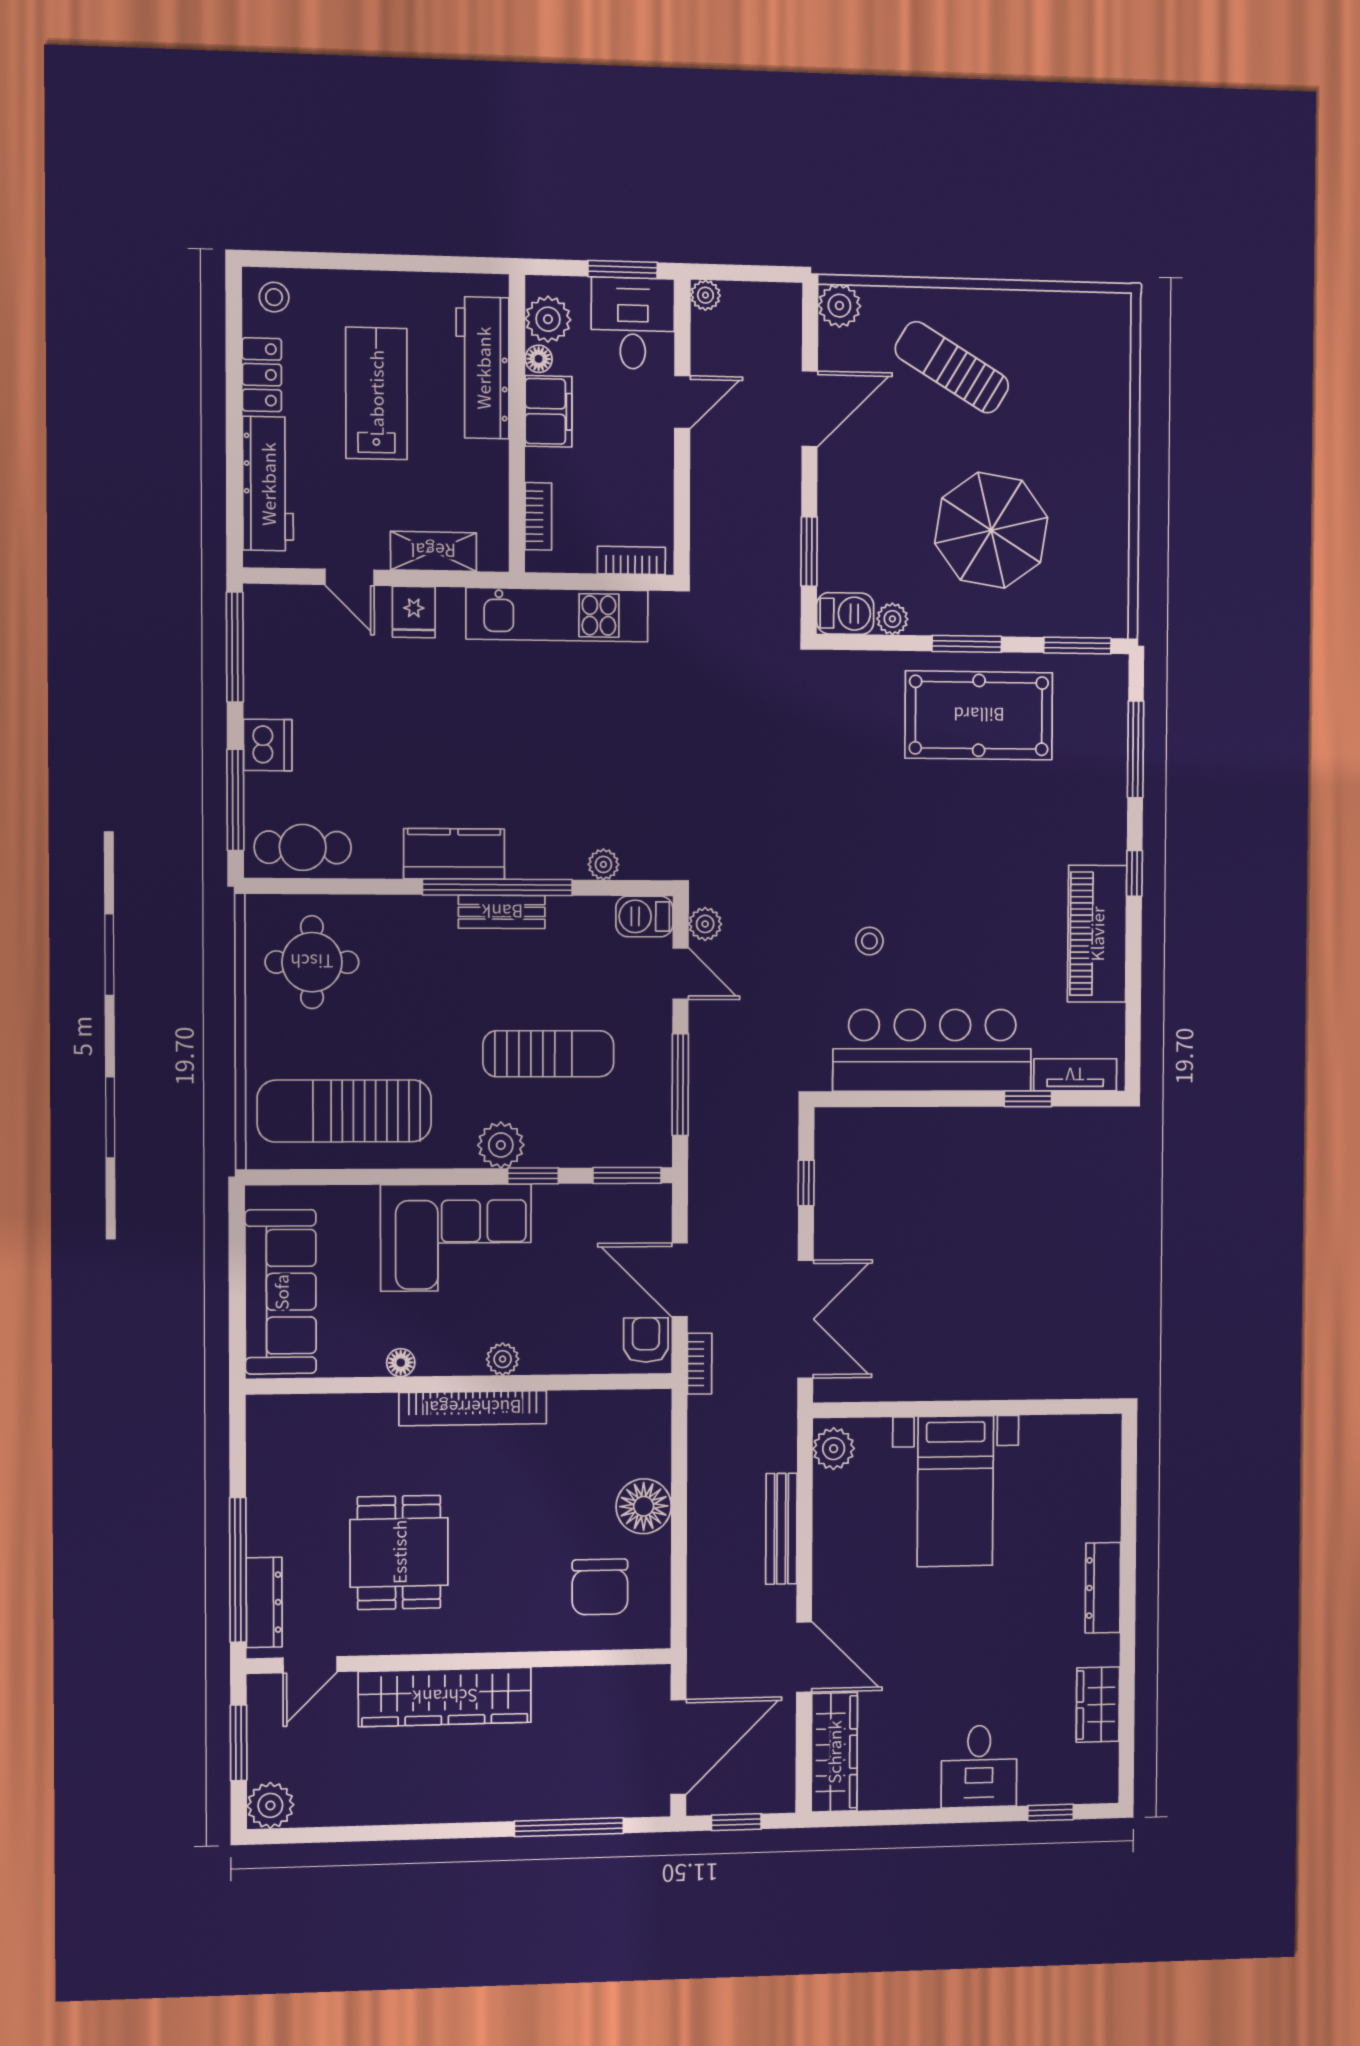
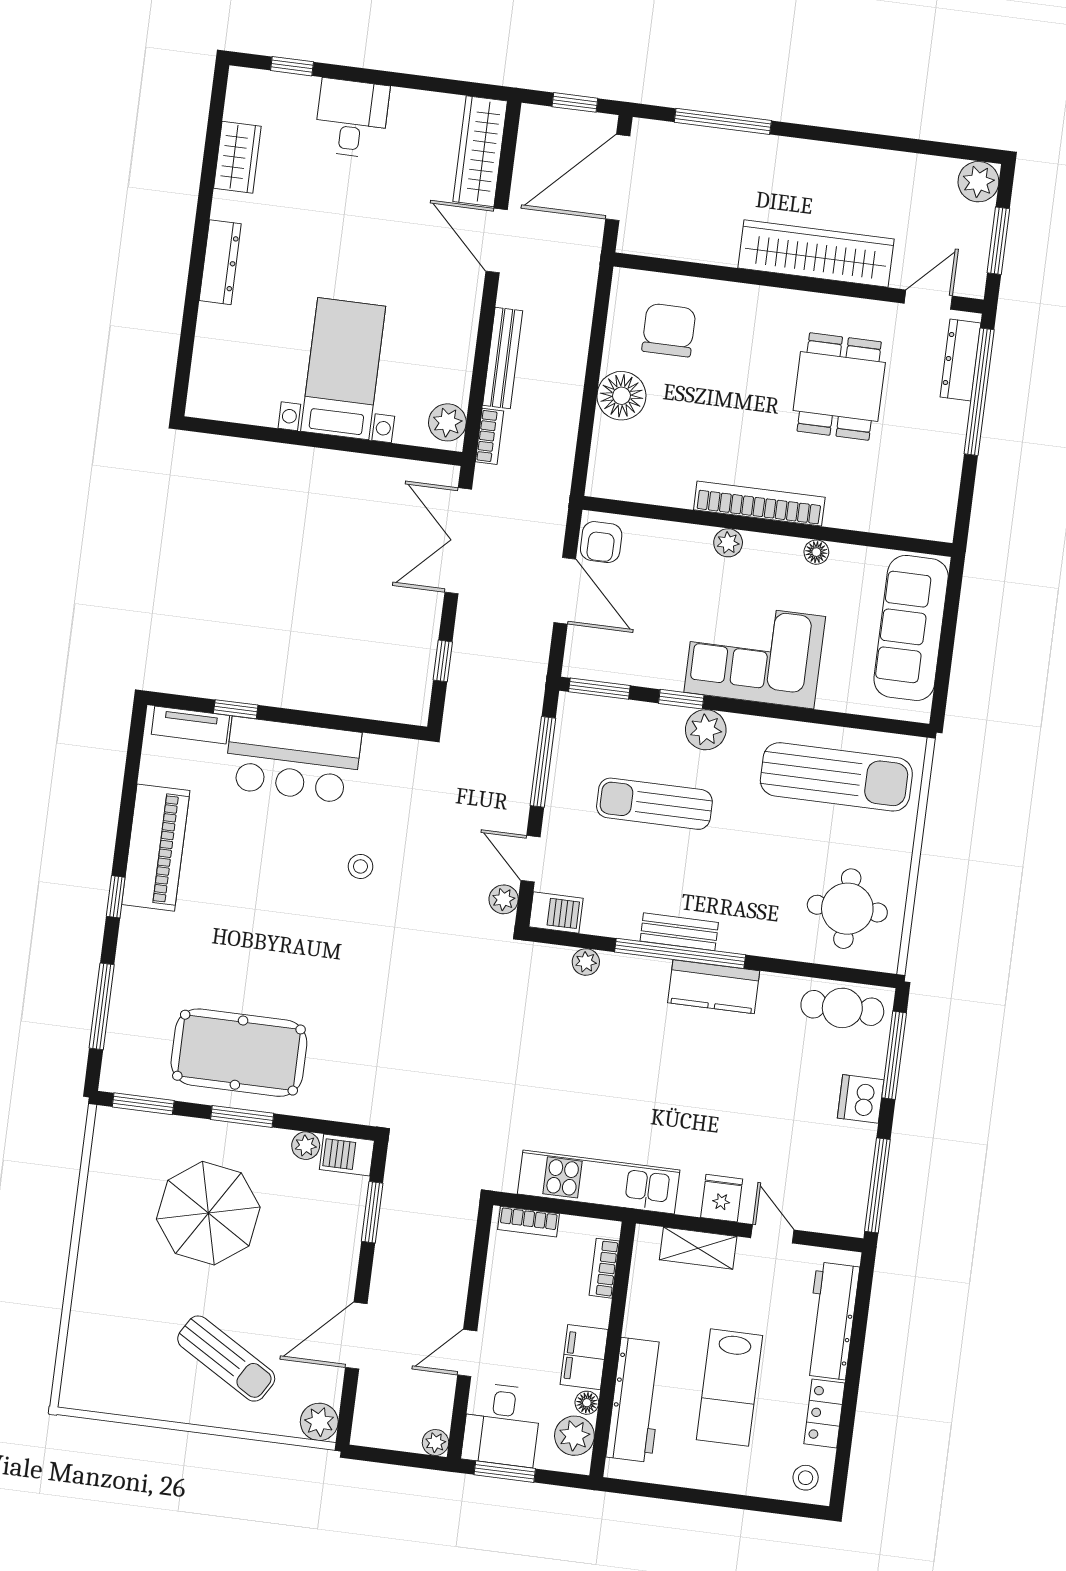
bar counter: (932, 1050) -> (293, 760), width x0.73
bookcase: (700, 1364) -> (489, 436), moved, turned 180

